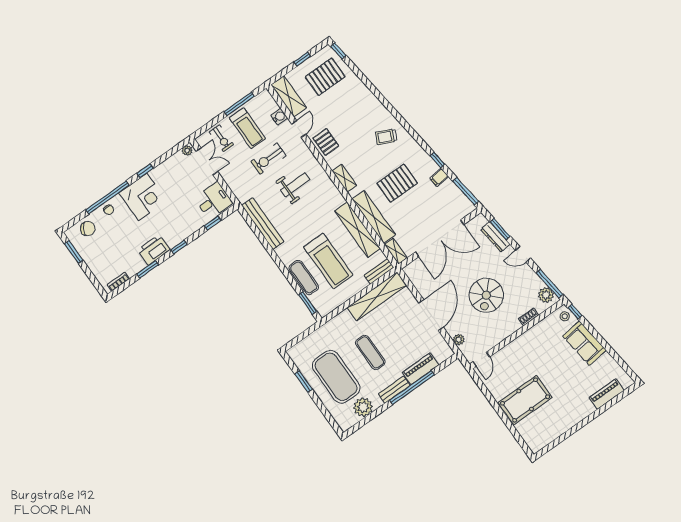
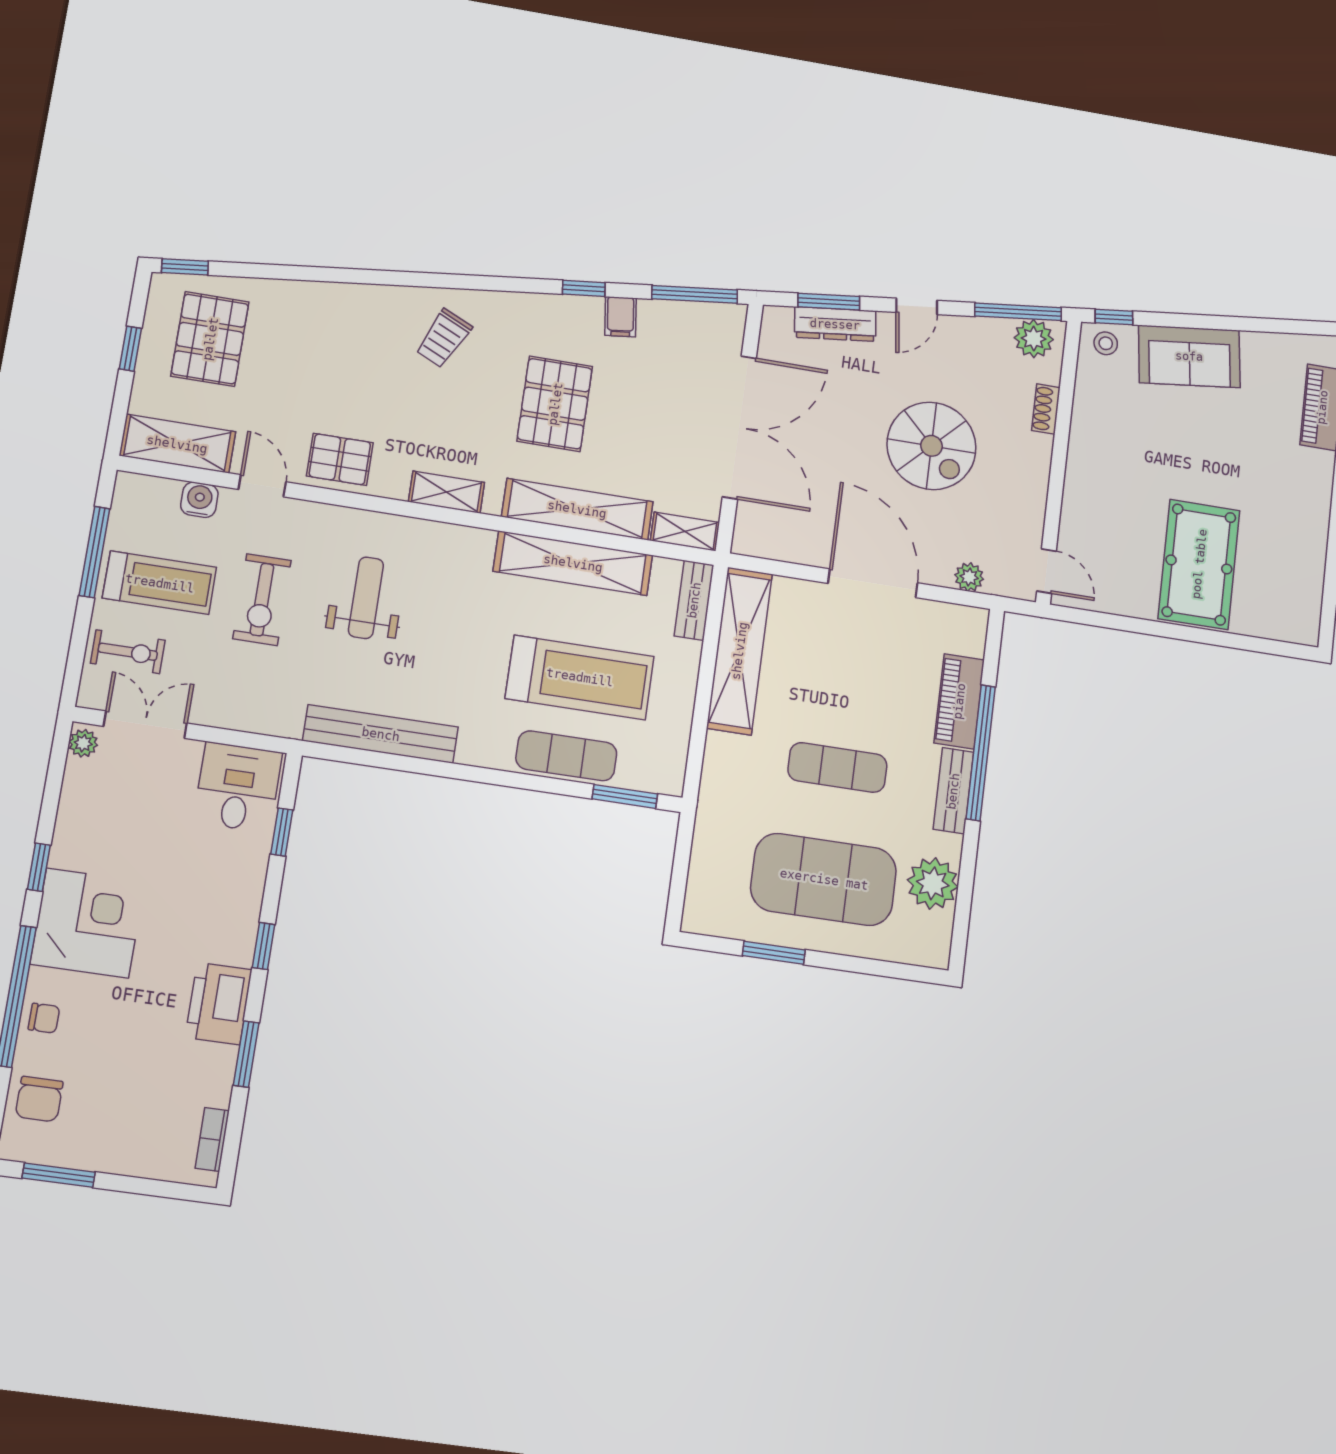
chair: (88, 228) -> (39, 1099), turned 148

